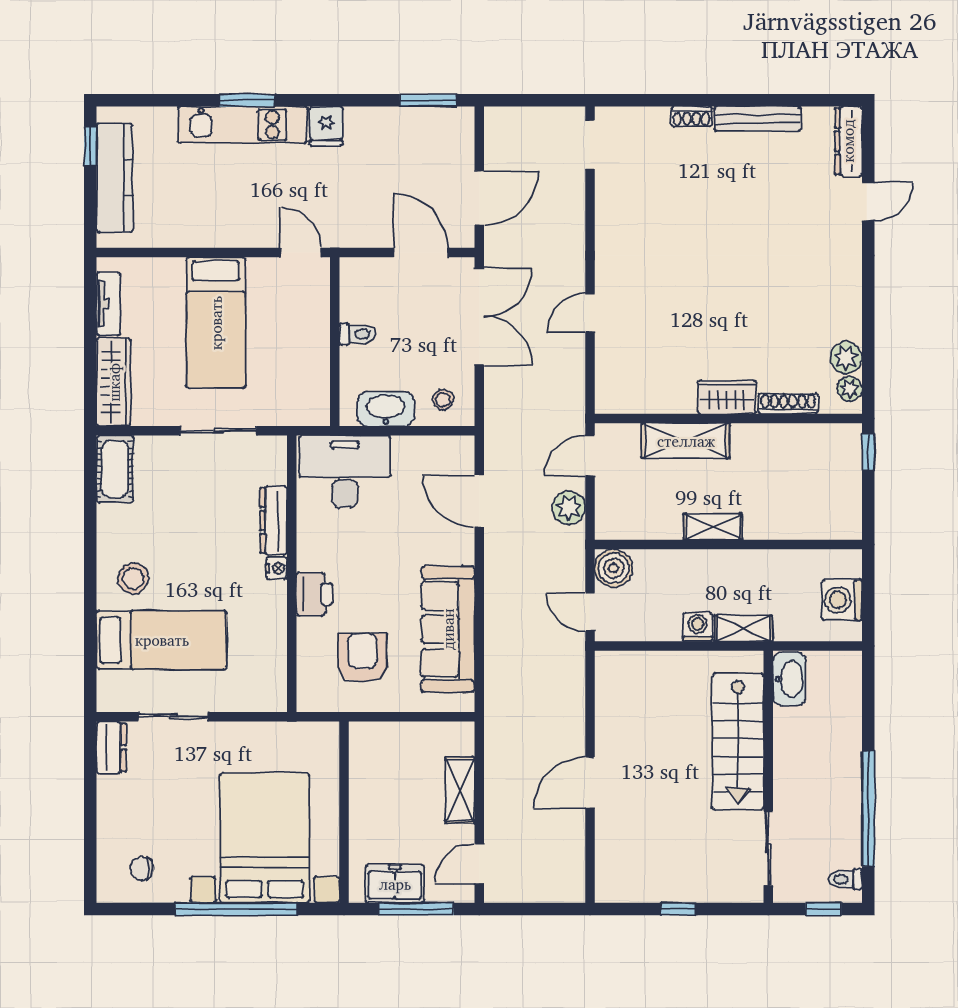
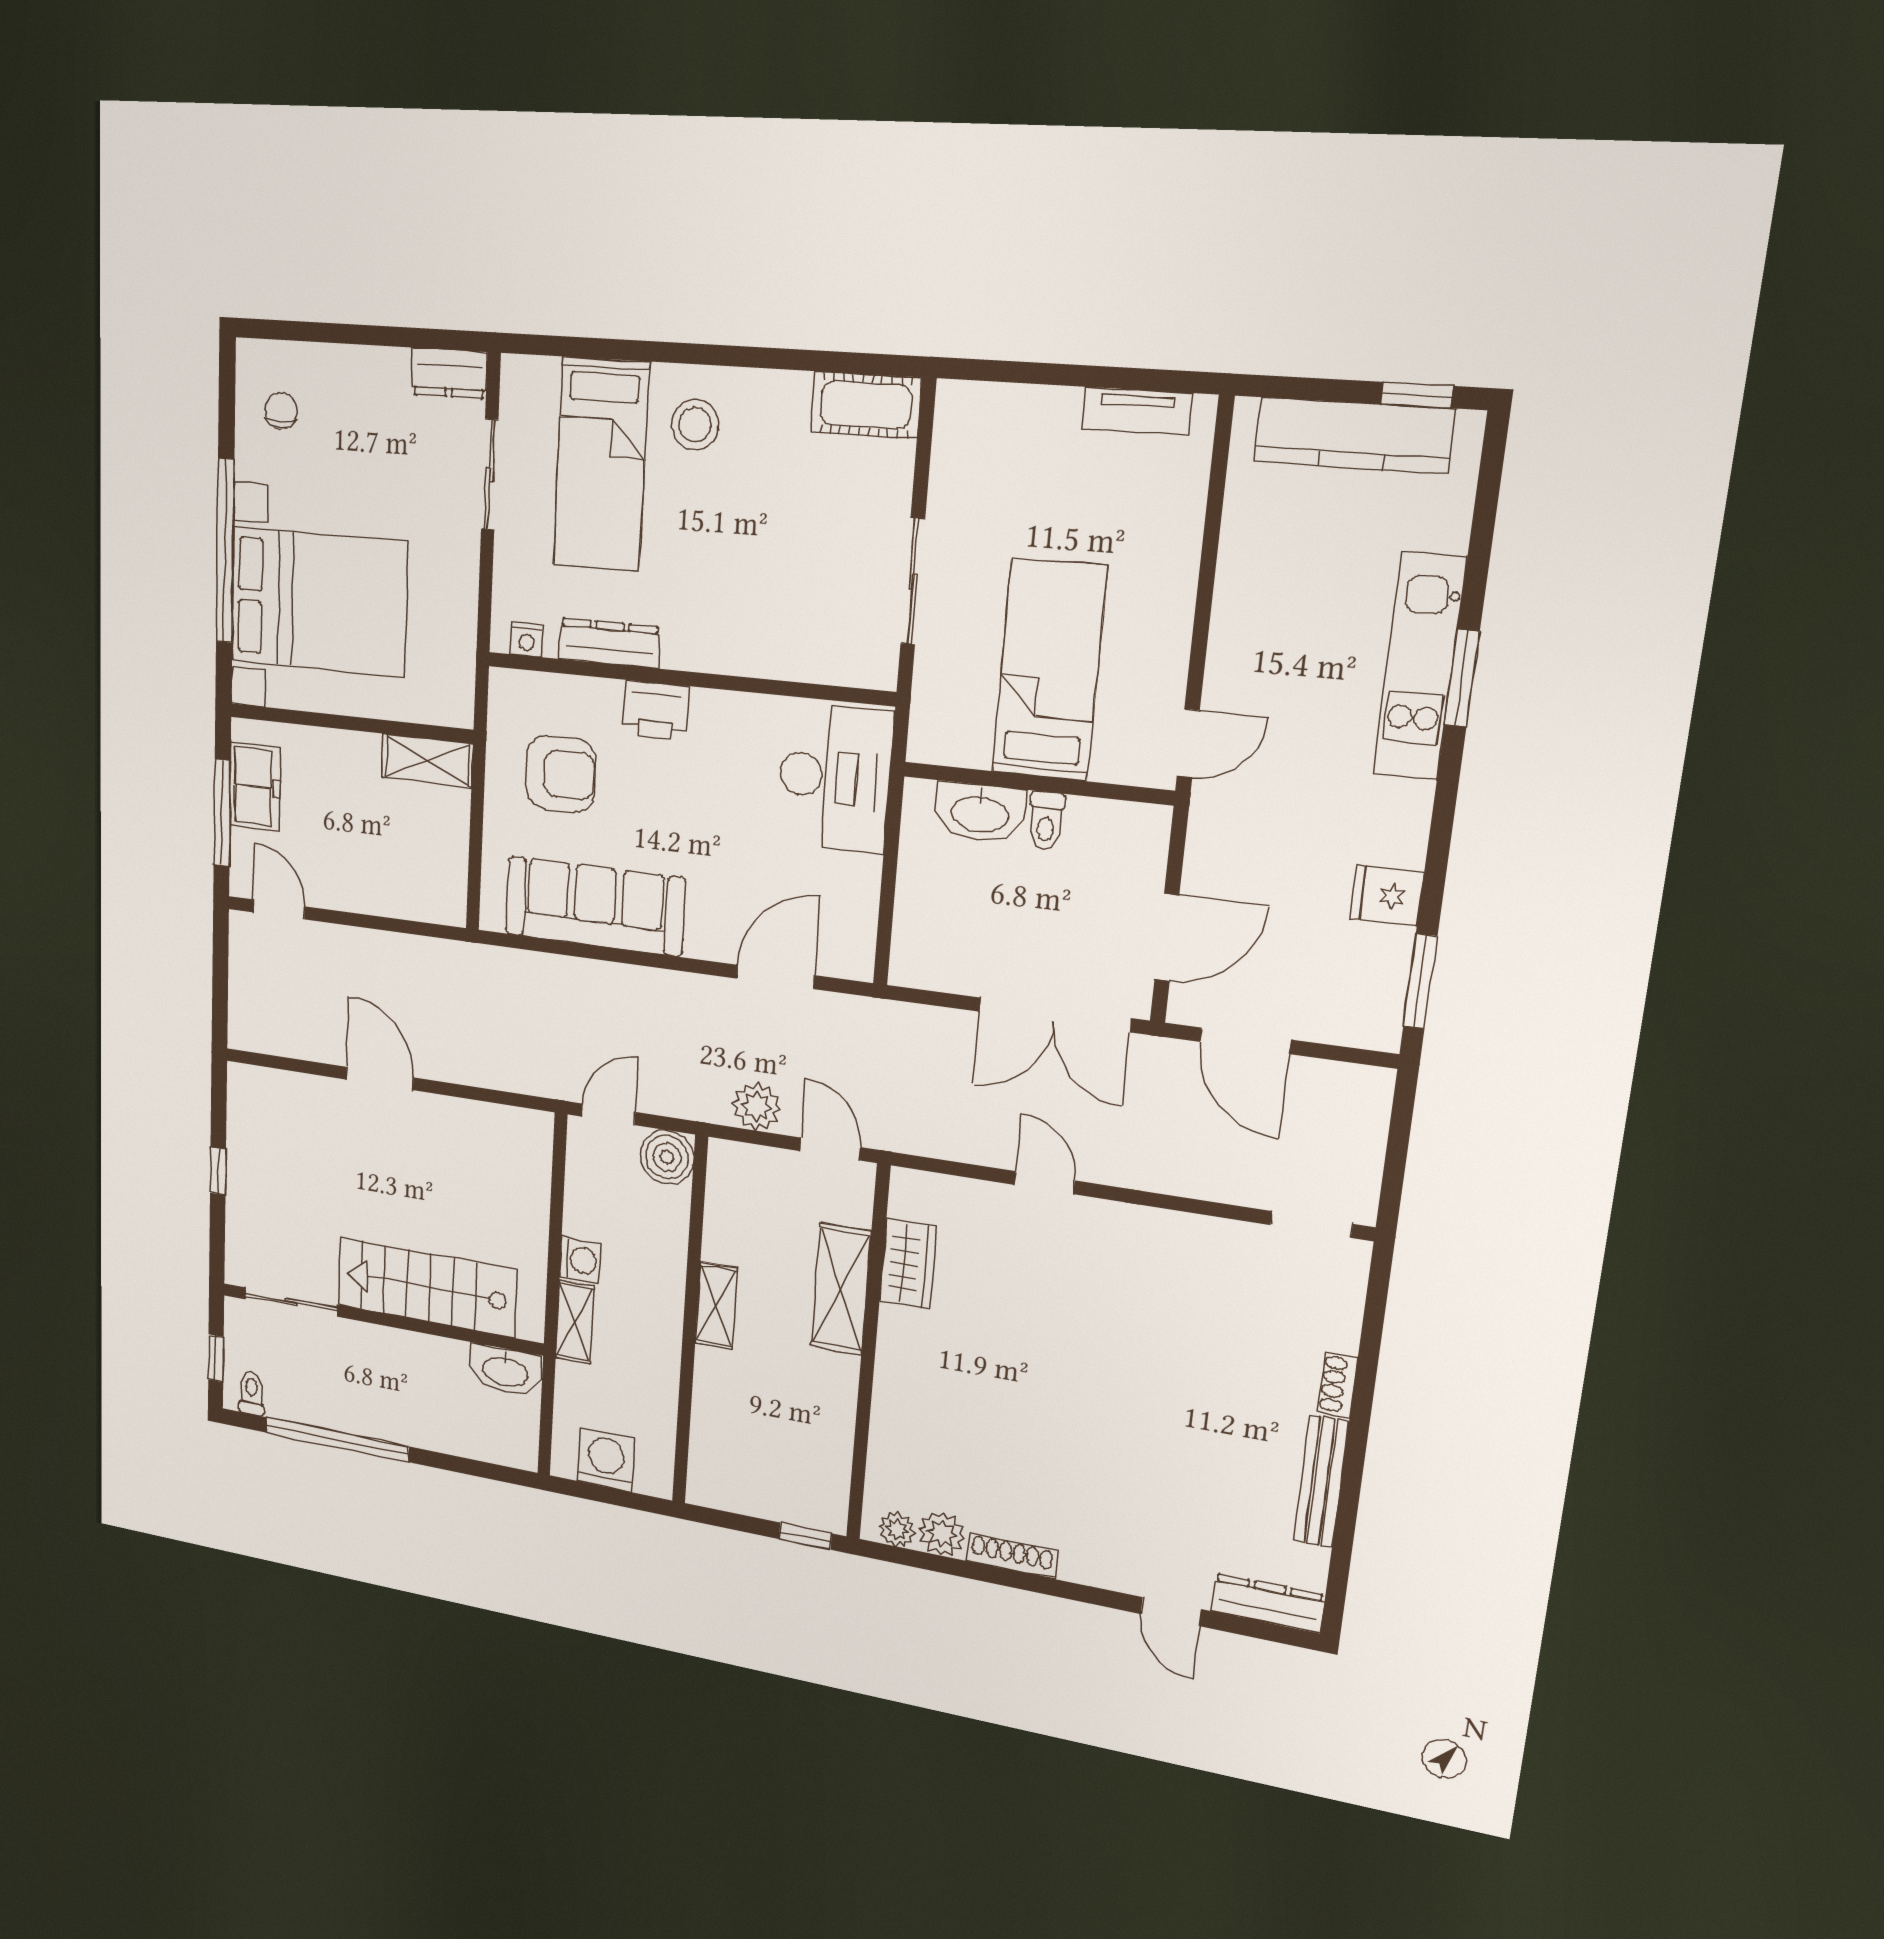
fridge: (326, 126) -> (1387, 896), moved
bed: (216, 323) -> (1049, 670), moved, turned 90
wardrobe: (114, 382) -> (1006, 412), removed
wardrobe: (727, 397) -> (908, 1264), moved
stool: (443, 400) -> (932, 942), removed
shoe rack: (788, 404) -> (1012, 1556), moved, turned -90
washbasin: (386, 409) -> (980, 813), moved, turned 90
dresser: (274, 520) -> (609, 643), moved
nightstand: (277, 568) -> (527, 640), moved
shelving: (460, 790) -> (427, 760), moved

